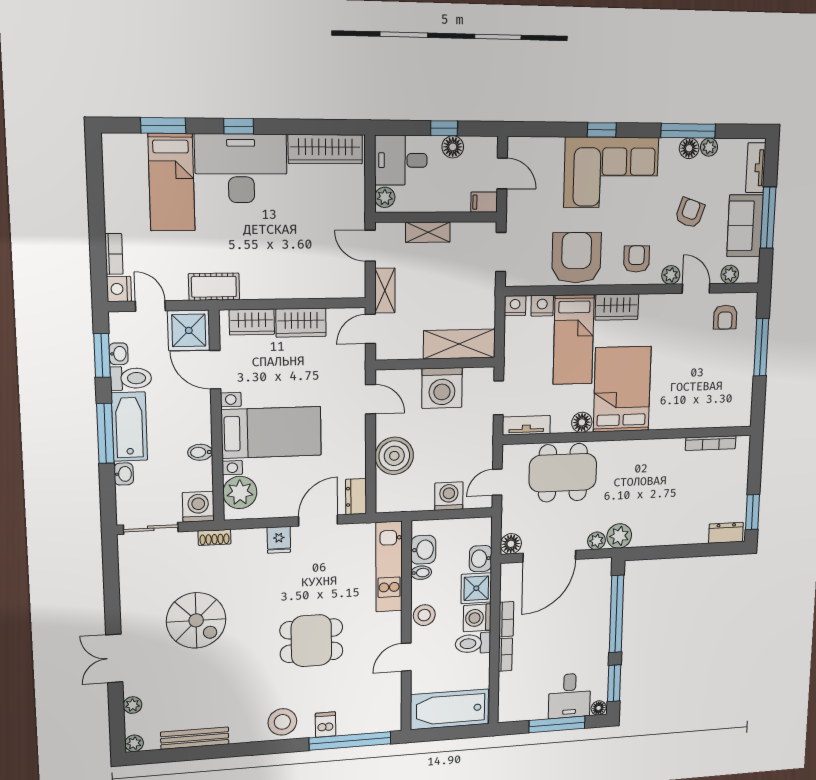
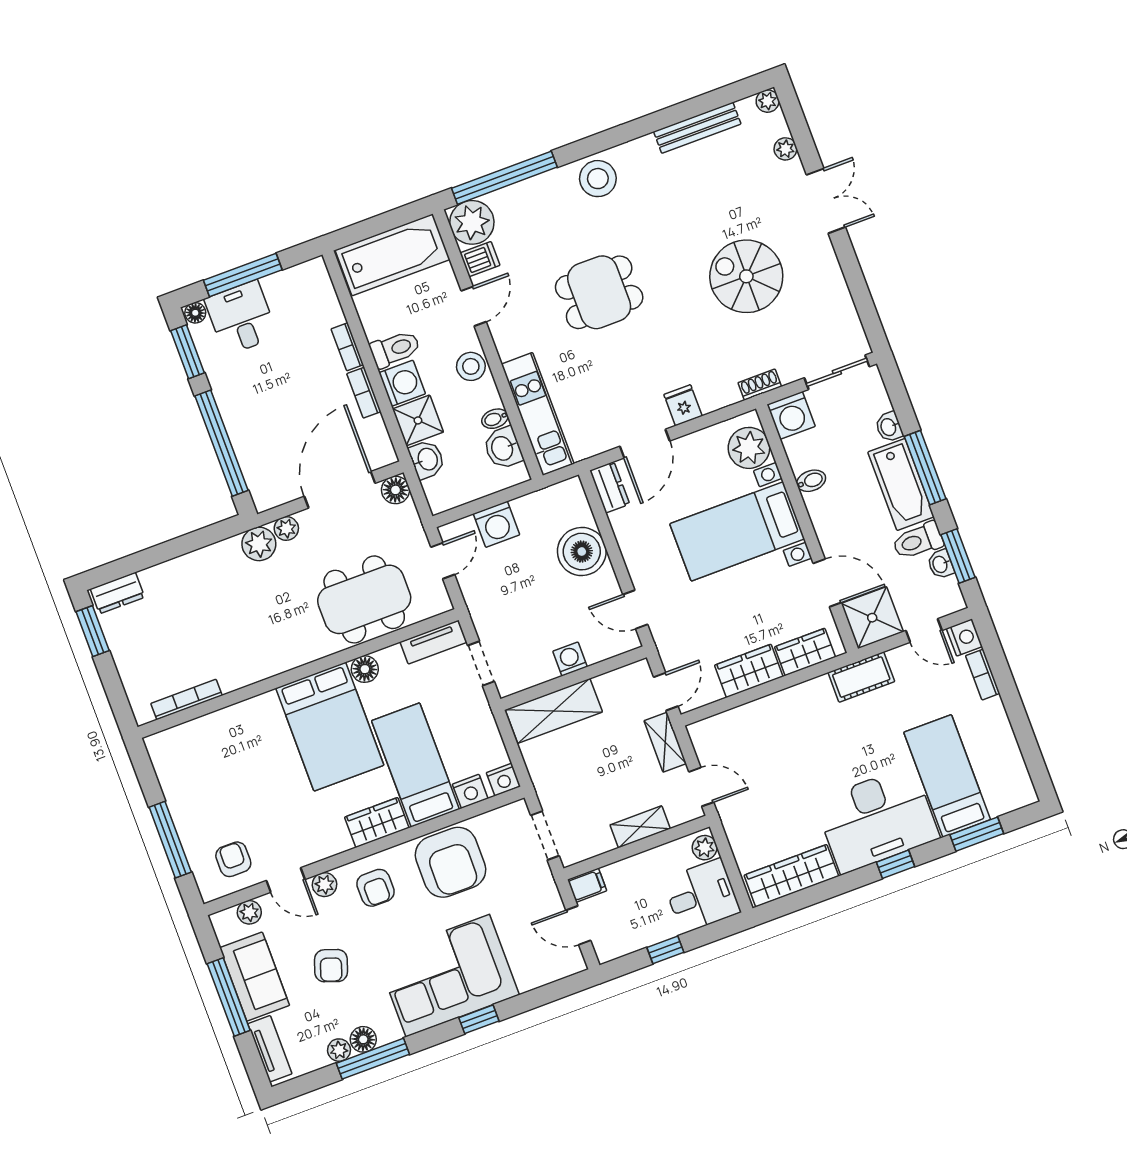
floor lamp: (453, 147) -> (647, 933), removed
washing machine: (442, 388) -> (570, 659), width x0.53, depth x0.53
plant: (385, 716) -> (472, 222), added
dishwasher: (326, 725) -> (480, 259), moved, turned -90

